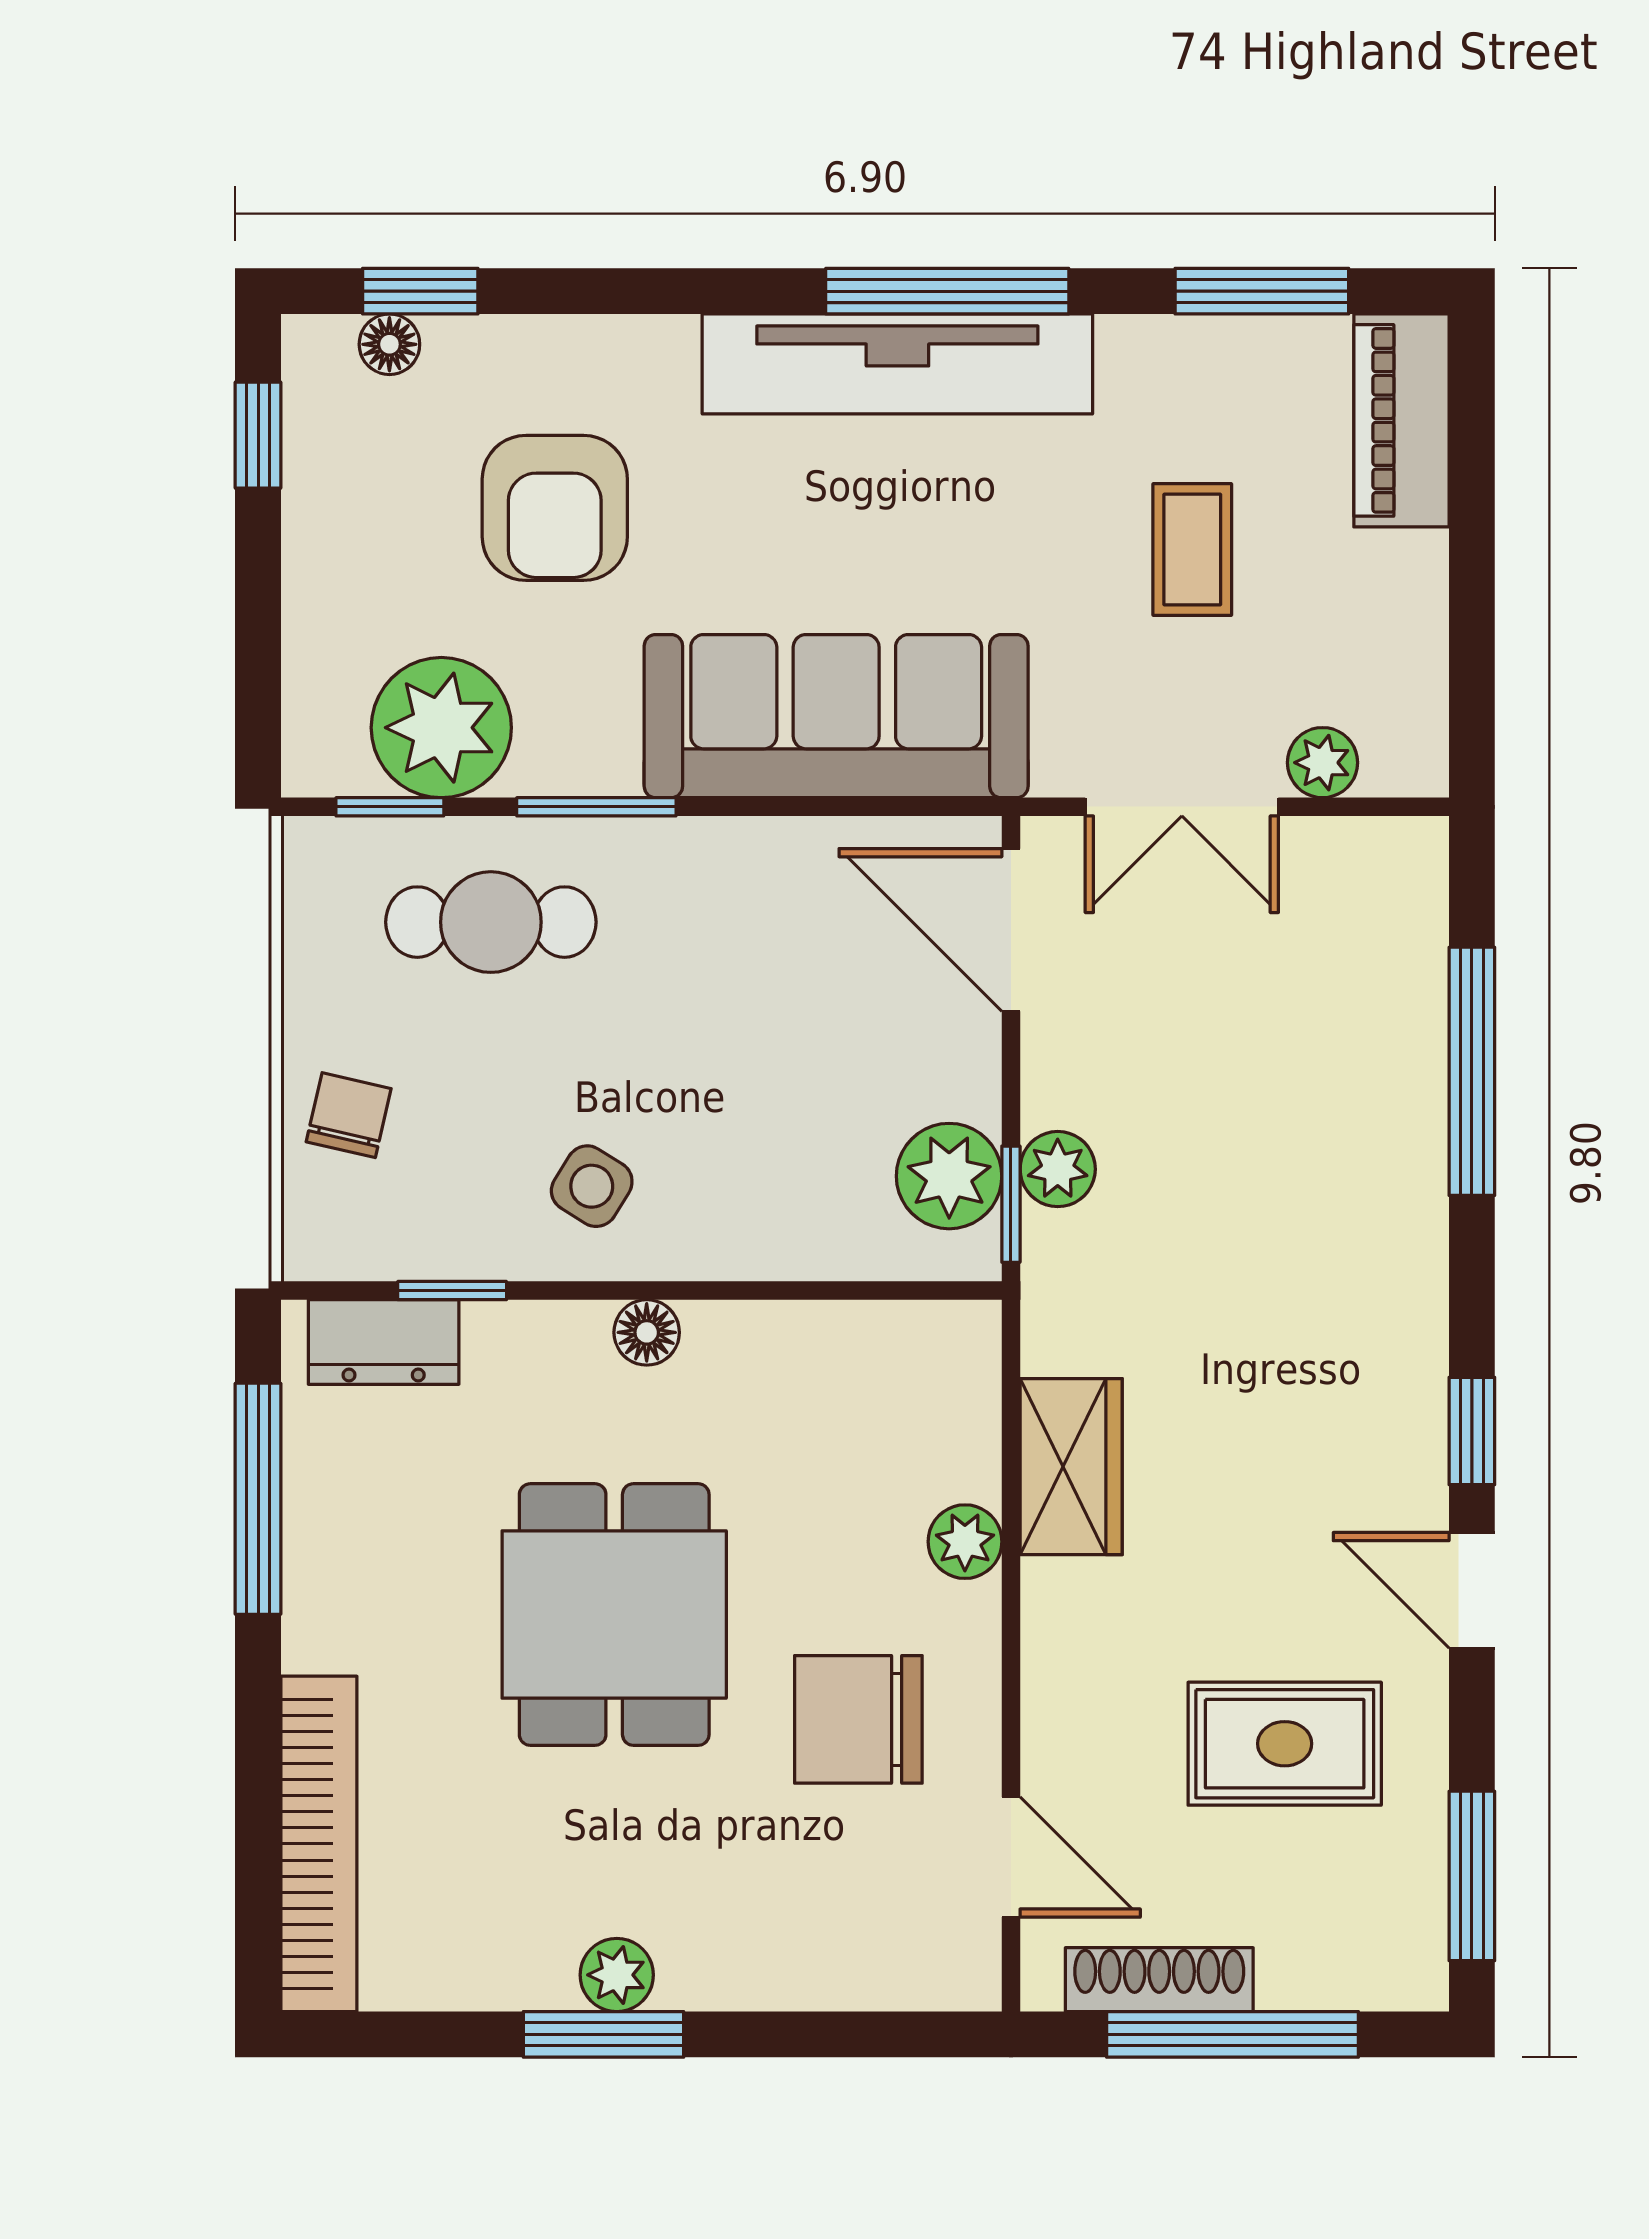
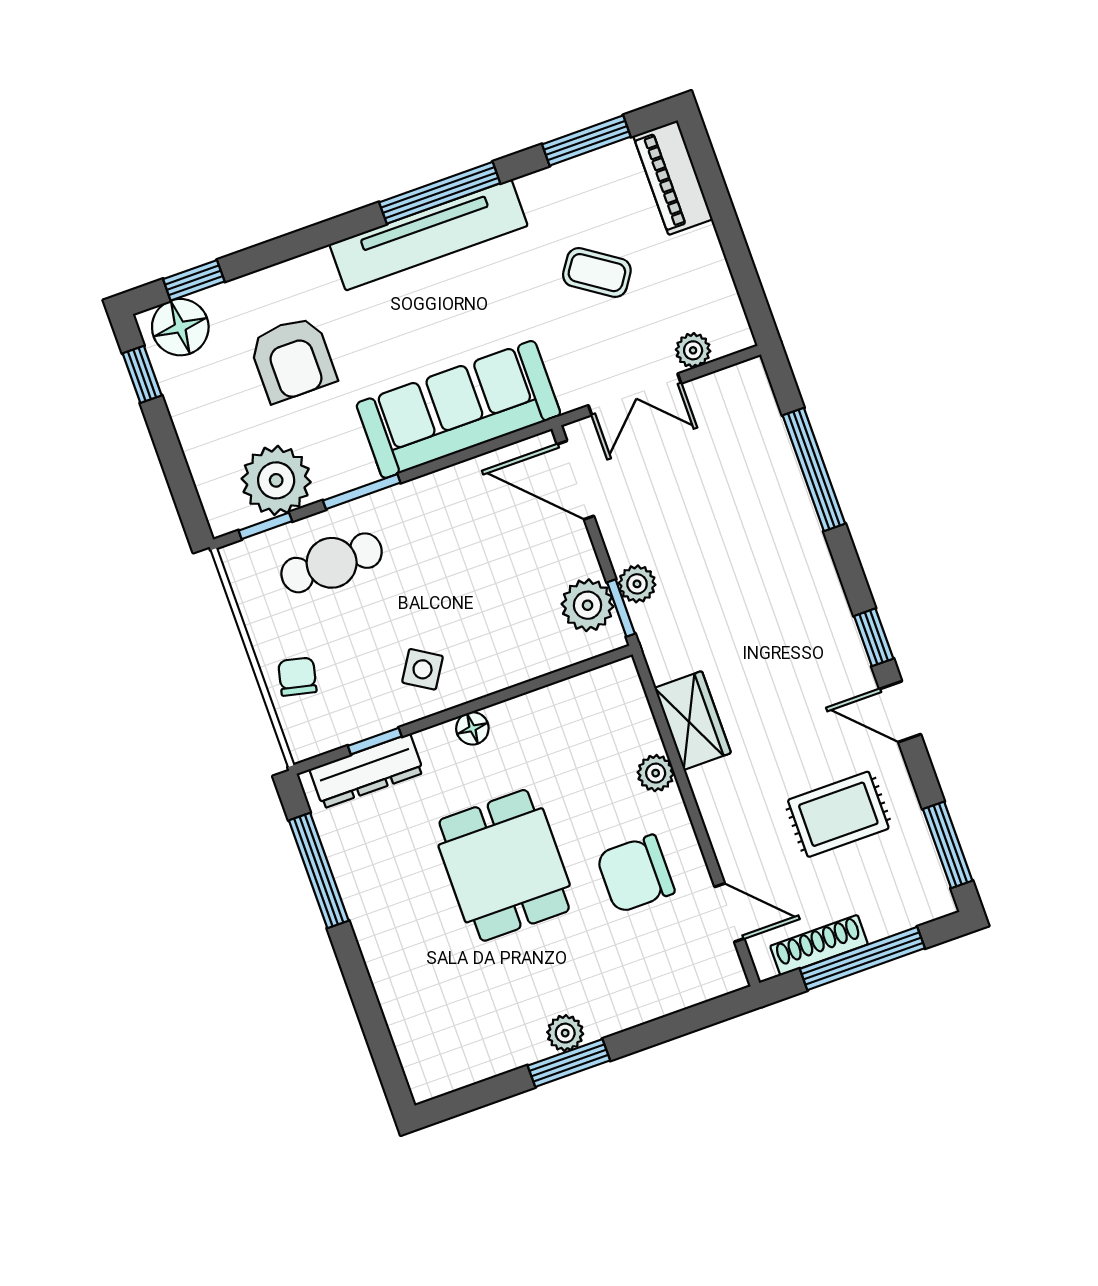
floor lamp: (389, 344) -> (180, 327), width x1.89, depth x1.89
coffee table: (1192, 549) -> (597, 273), turned -56
dresser: (384, 1342) -> (367, 771), width x1.44
bookcase: (319, 1844) -> (404, 1021), removed

